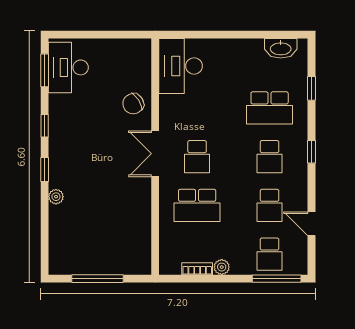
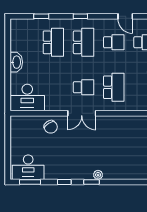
washbasin: (281, 48) -> (16, 62), moved
school desk: (270, 157) -> (84, 42), width x1.85
plant: (56, 197) -> (98, 175), moved
door: (311, 224) -> (125, 16), hinge flipped

